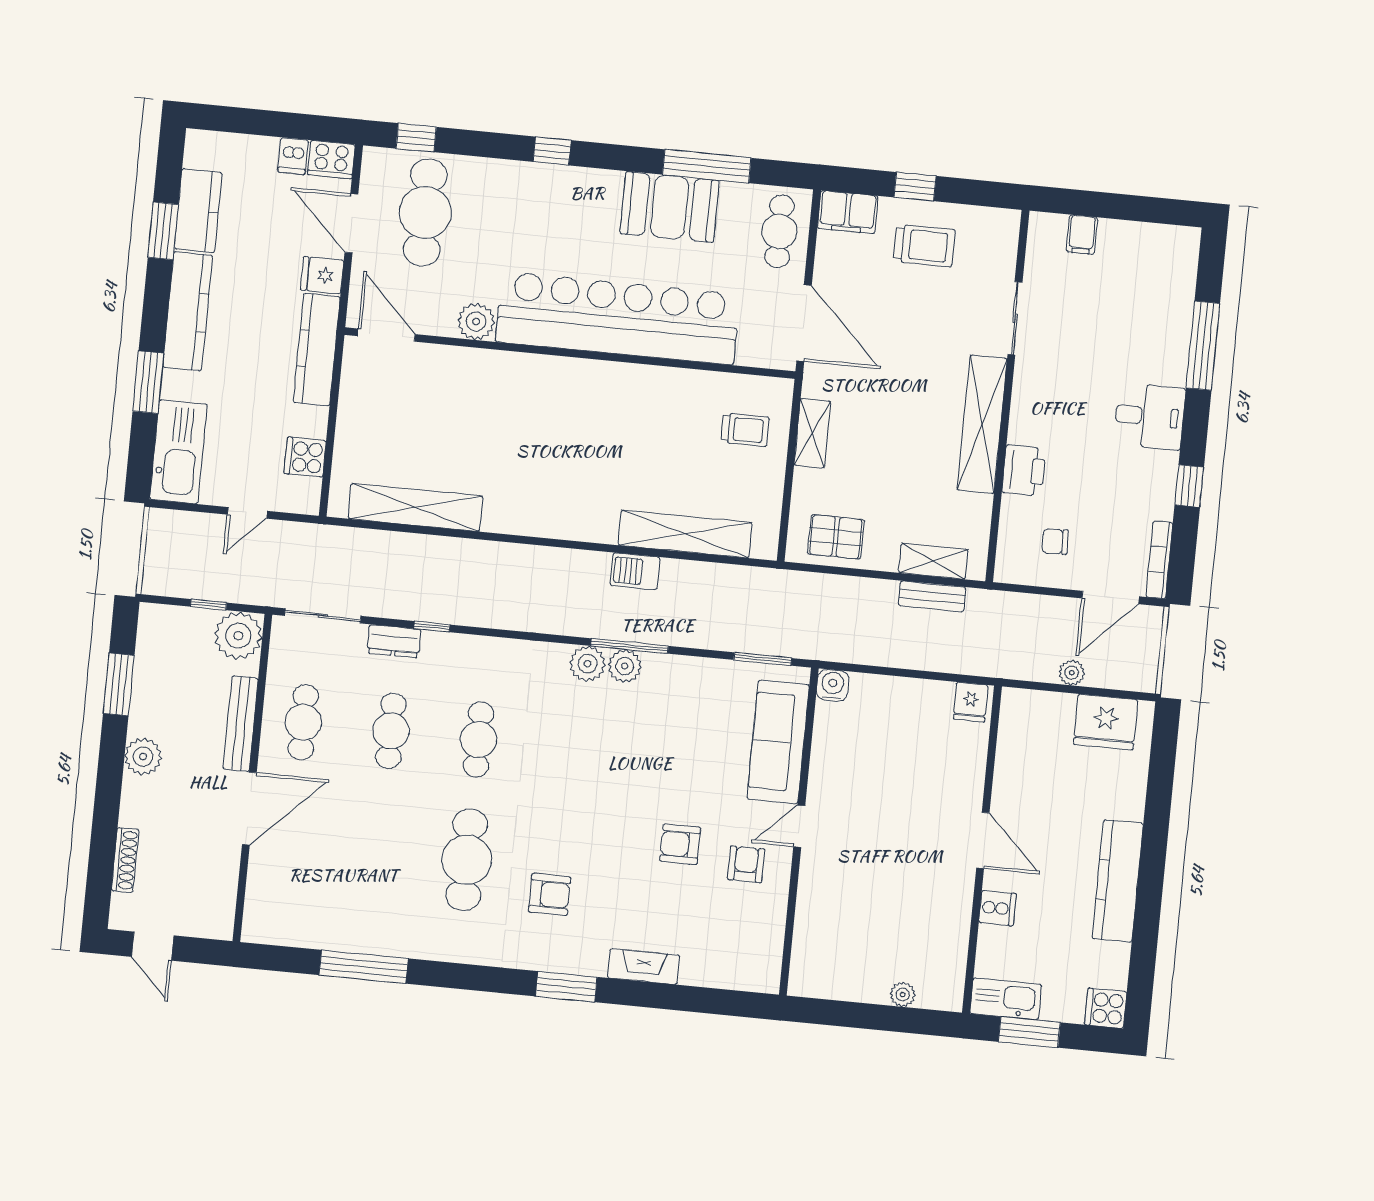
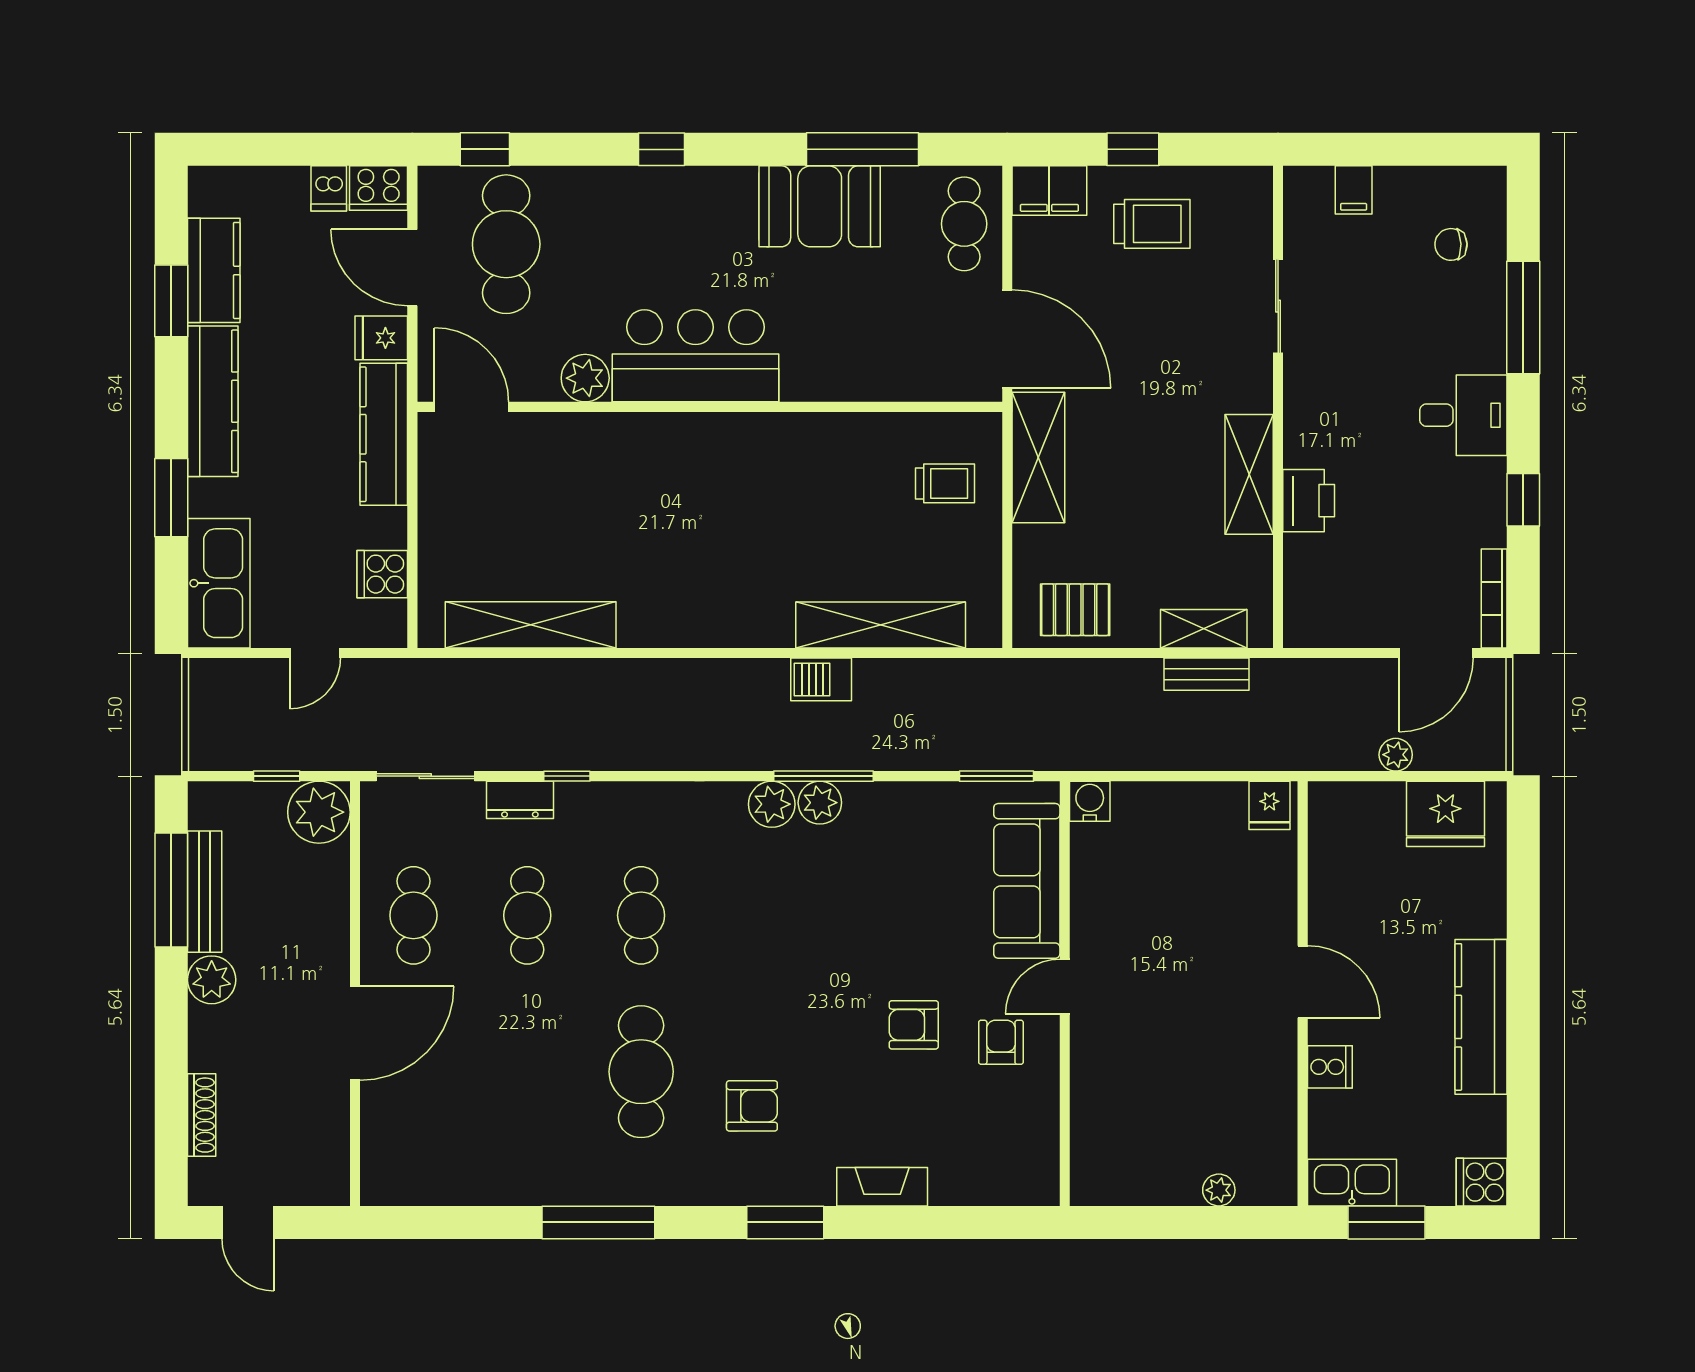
bar counter: (618, 318) -> (695, 356), width x0.54
shelving: (982, 424) -> (1249, 474), width x0.68
shelving: (812, 433) -> (1038, 458), width x1.50, depth x1.33
chair: (1055, 542) -> (1451, 244), moved
window: (119, 684) -> (171, 890), width x1.44
bench: (241, 724) -> (205, 892), moved
window: (364, 967) -> (598, 1222), moved

